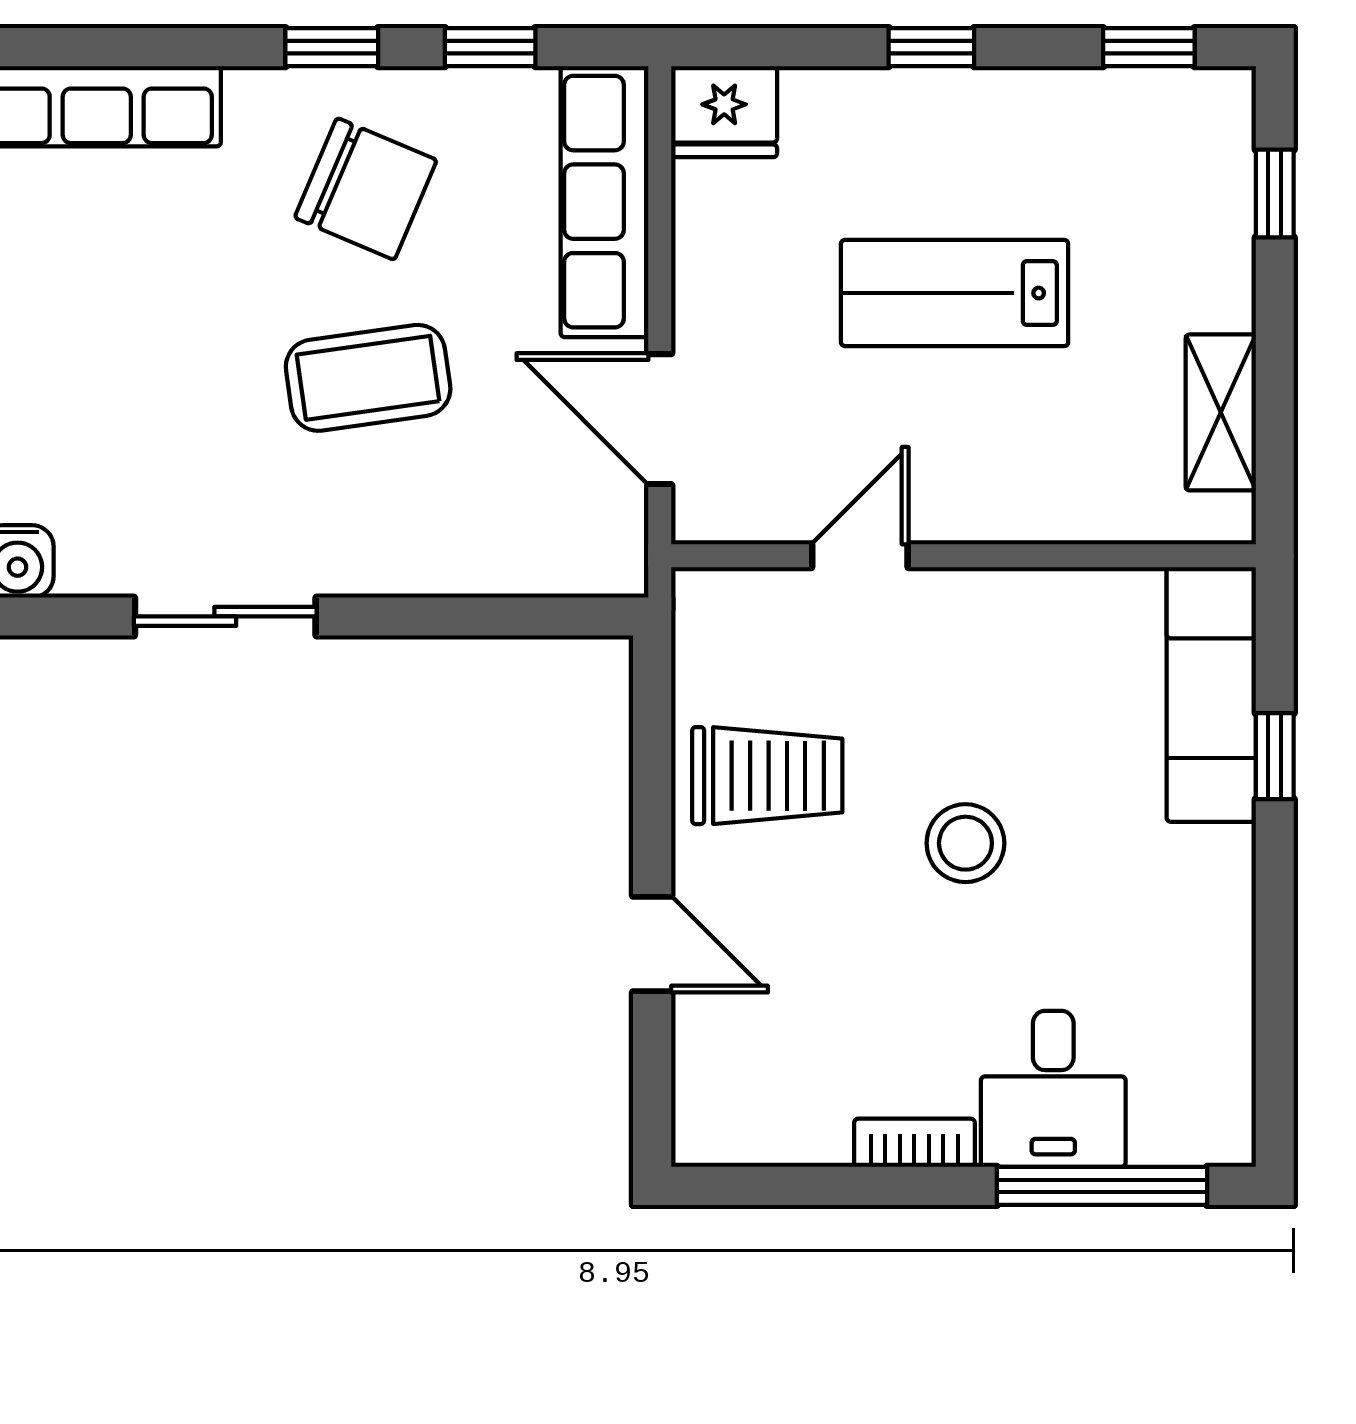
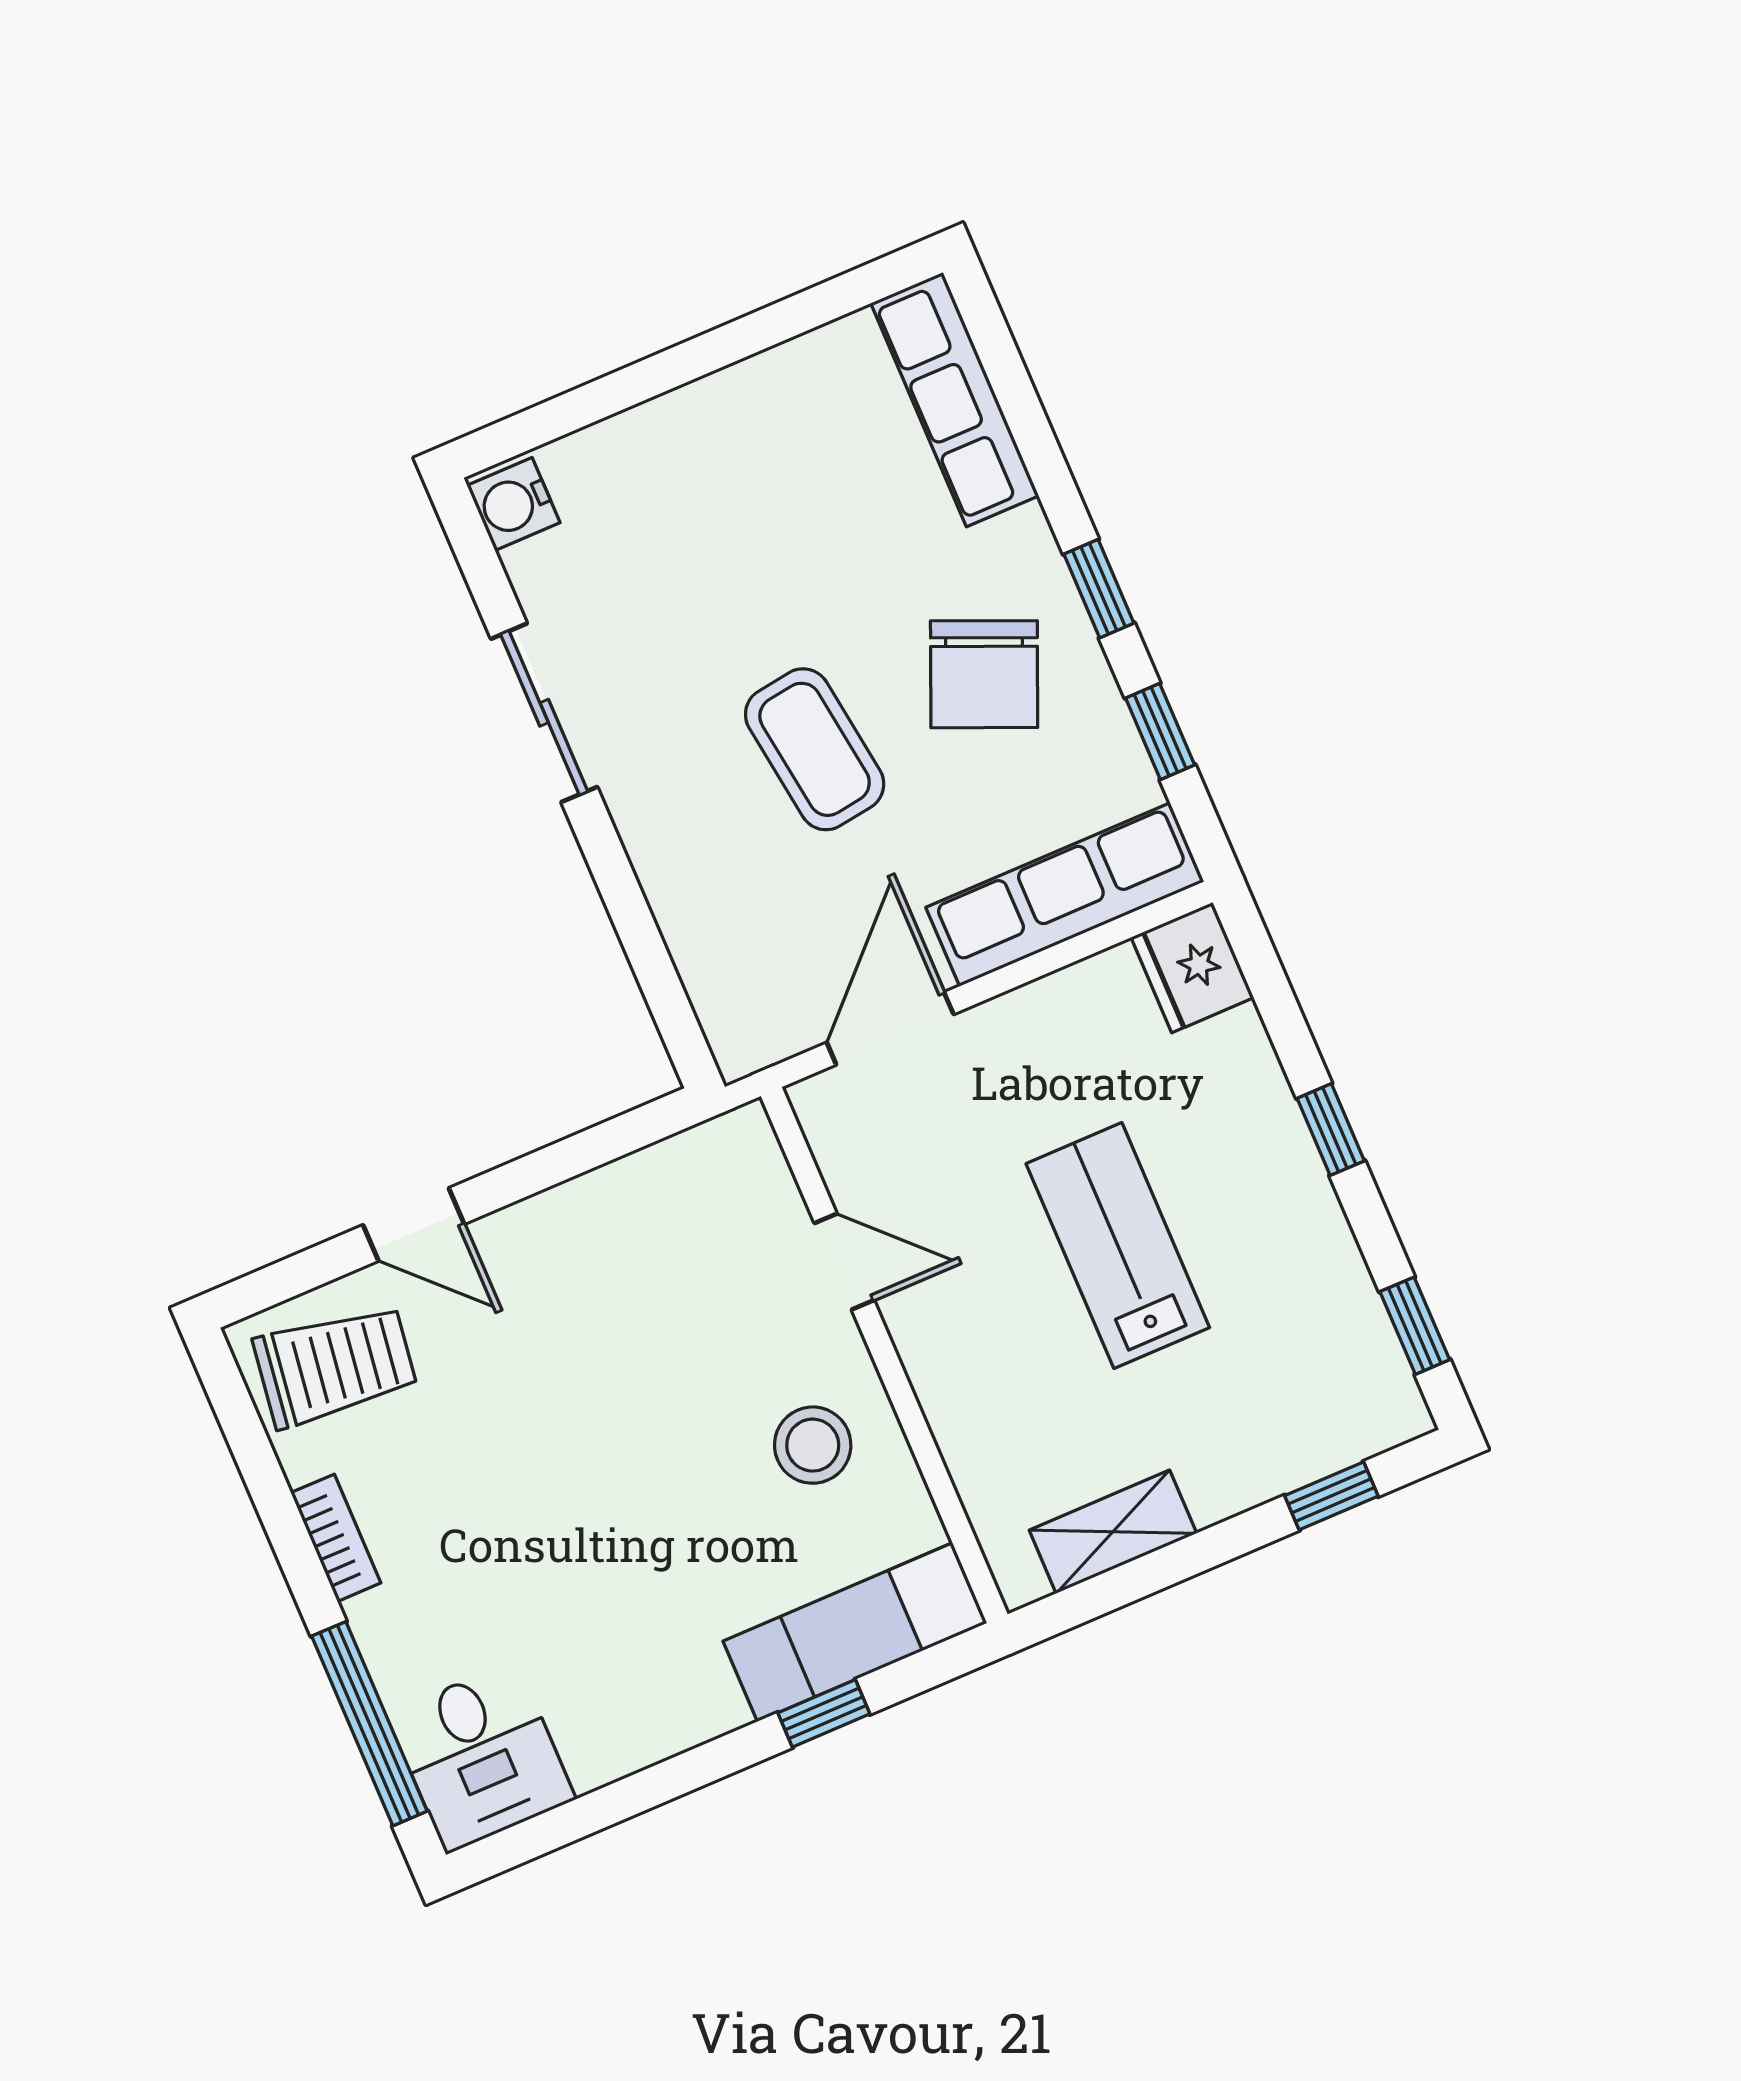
trolley: (767, 776) -> (335, 1366), moved, turned -82
stool: (965, 843) -> (813, 1445), moved
door: (652, 944) -> (414, 1225), hinge flipped
desk: (1053, 1089) -> (481, 1757), moved, turned -90

